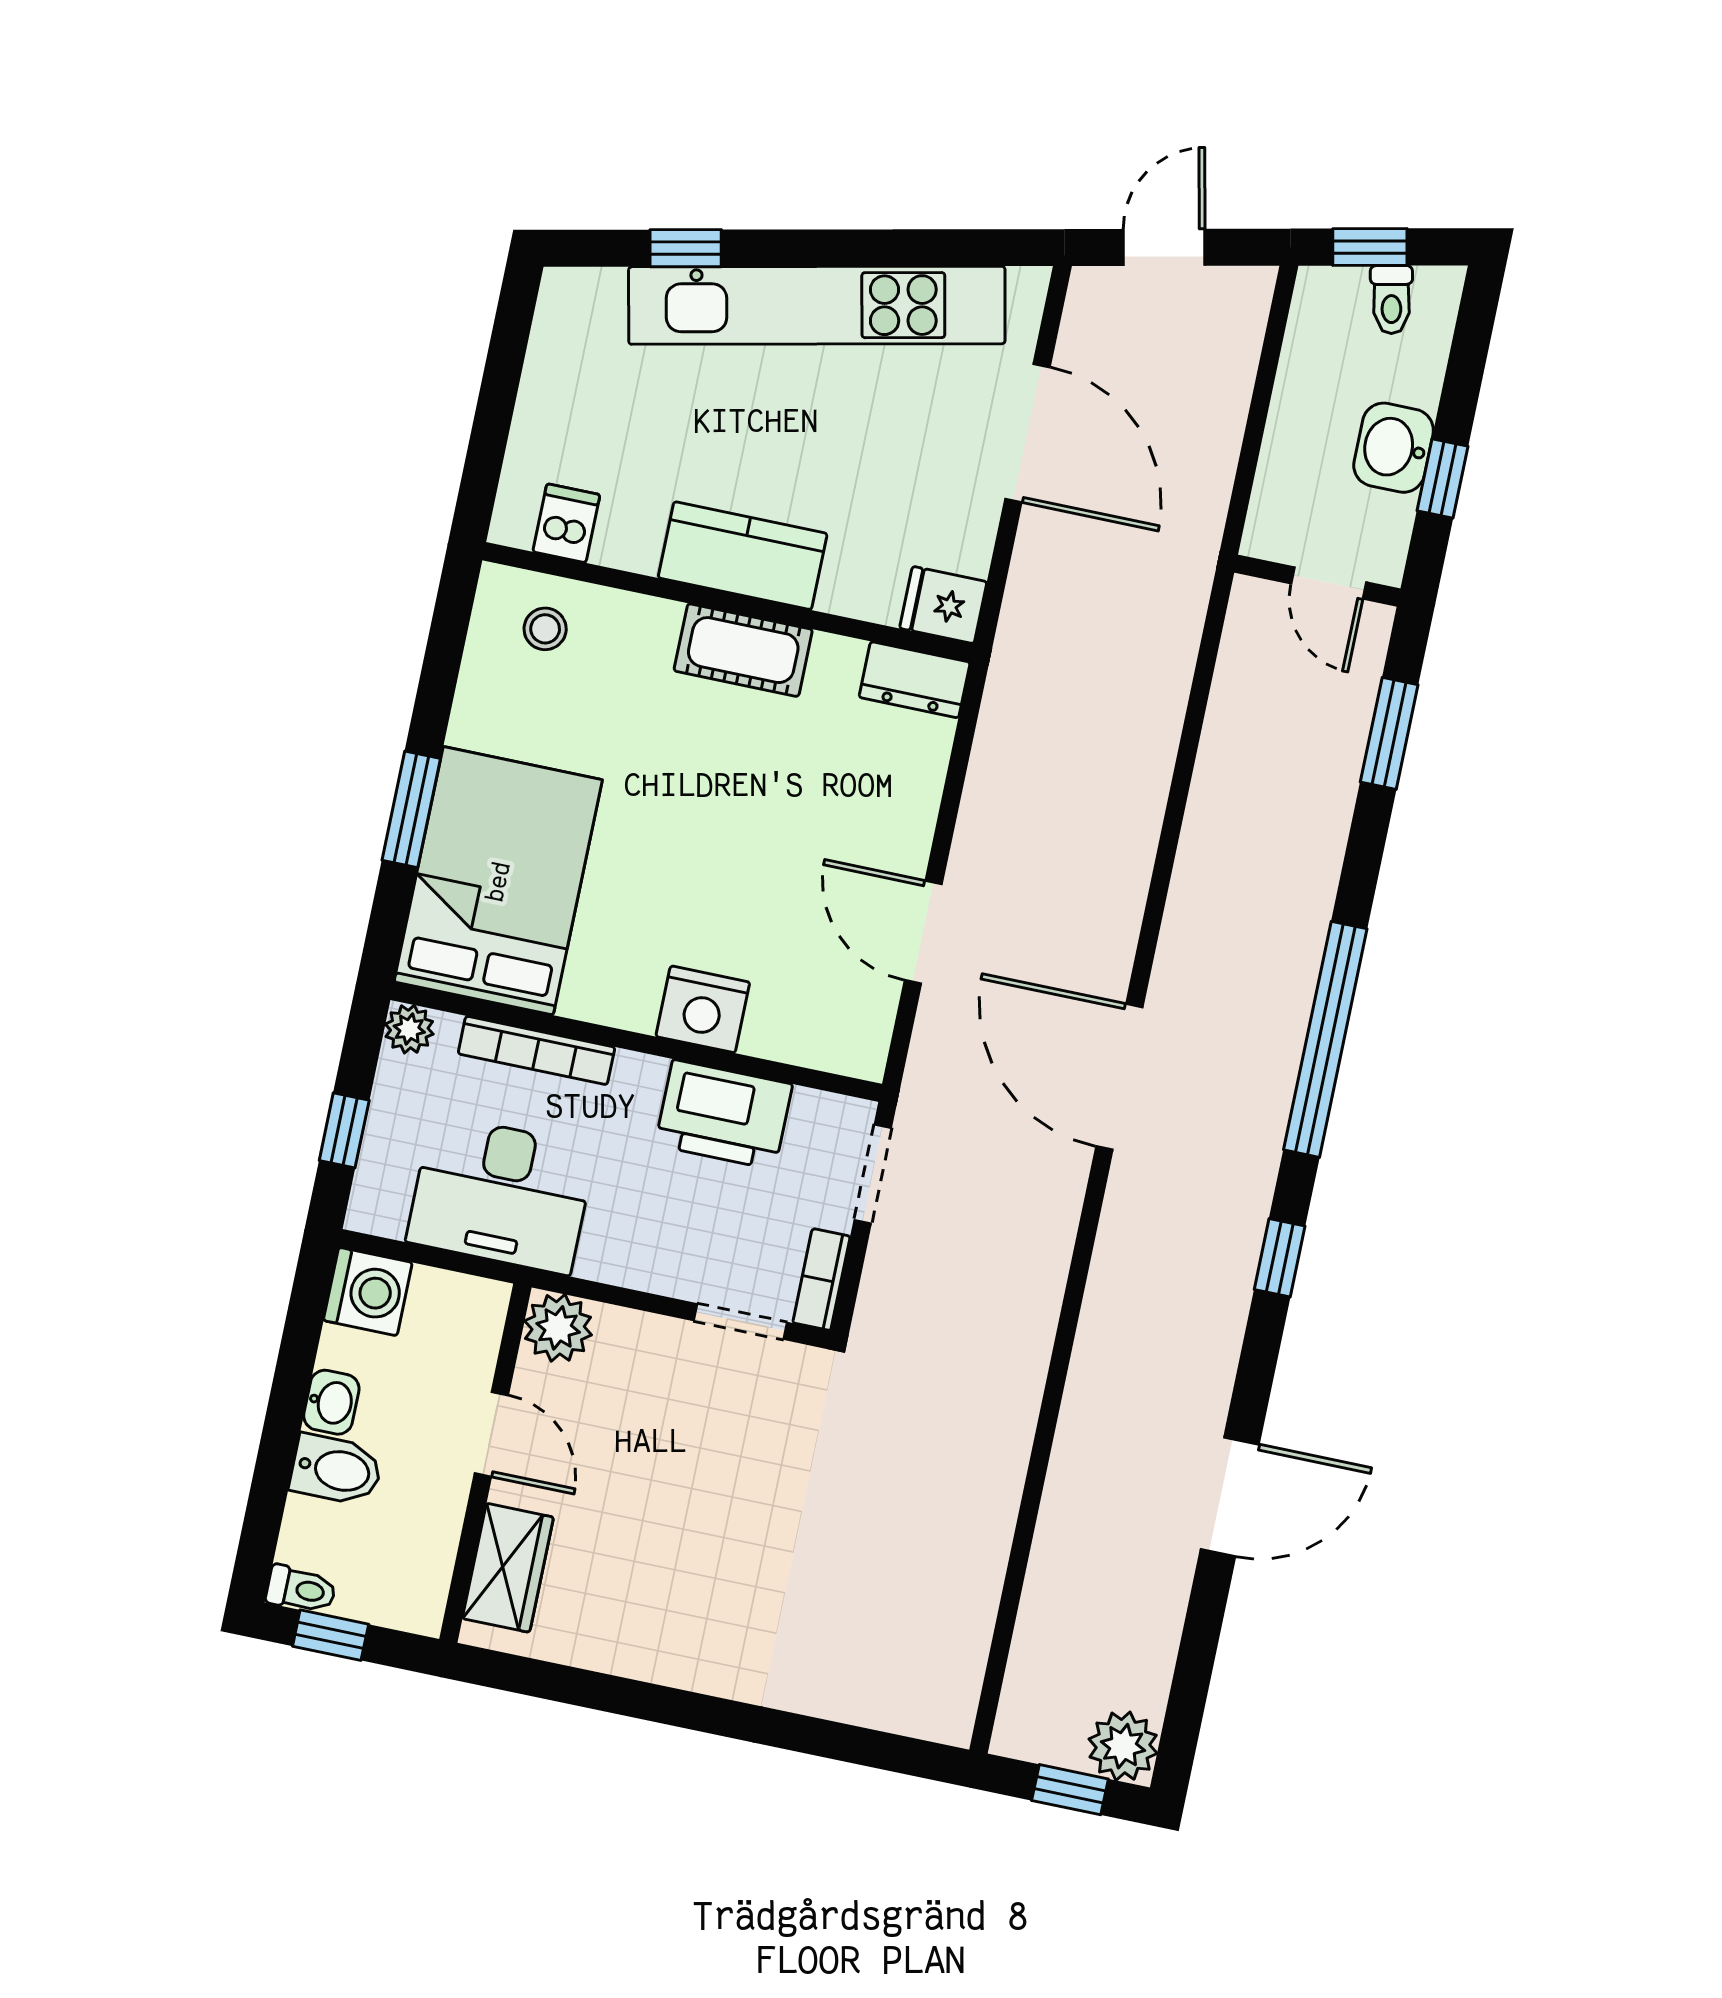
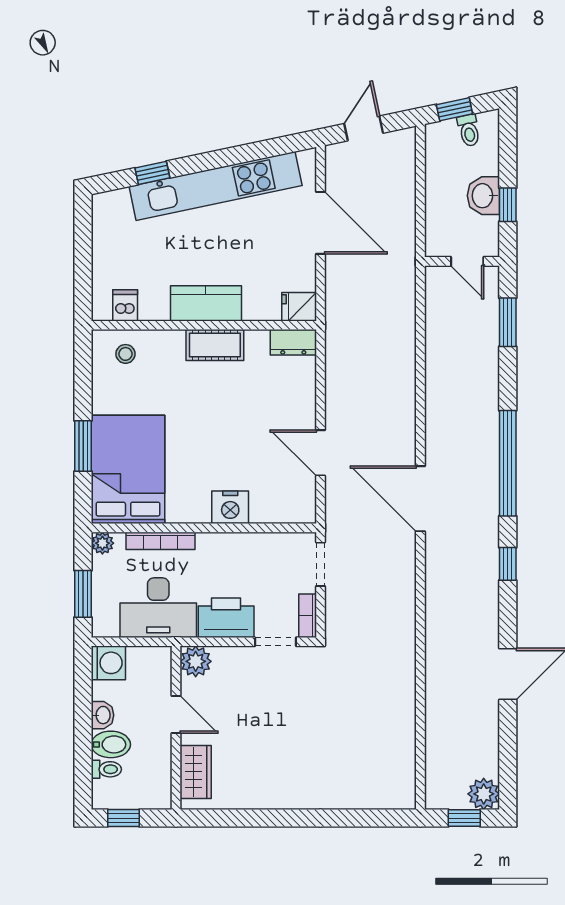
printer: (724, 1115) -> (226, 618), moved, turned 180
window: (344, 1130) -> (83, 594), width x1.50
toilet: (301, 1589) -> (106, 769), moved

